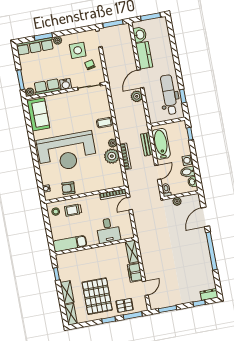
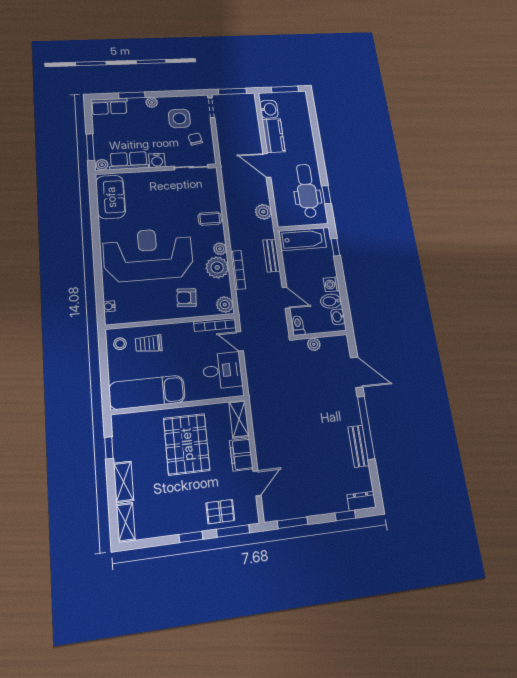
row of seats: (35, 46) -> (109, 106), width x0.68
door: (140, 79) -> (267, 165), hinge flipped
plant: (137, 96) -> (263, 212), moved
bathtub: (161, 144) -> (303, 239), moved, turned 90
reception desk: (67, 152) -> (148, 255), turned 180
door: (158, 172) -> (286, 298), hinge flipped
plant: (118, 181) -> (225, 305), added
armchair: (68, 188) -> (187, 298), moved
door: (130, 204) -> (240, 341), hinge flipped
door: (205, 217) -> (357, 372), swing flipped
desk: (108, 230) -> (222, 370), moved, turned -90
exam couch: (70, 244) -> (147, 392), width x1.36, depth x1.45
bench: (207, 263) -> (358, 446), added
pallet: (97, 296) -> (187, 444), moved

